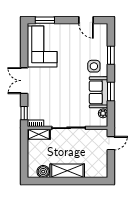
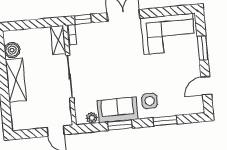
window: (45, 20) -> (203, 48), moved

